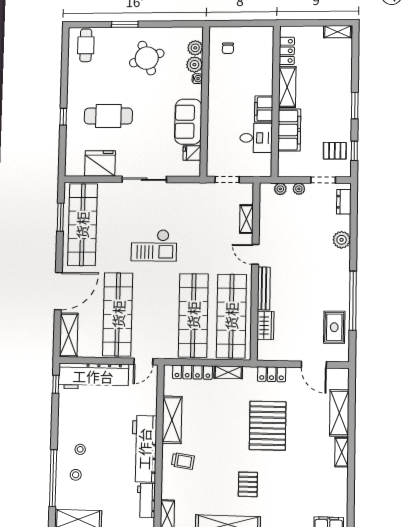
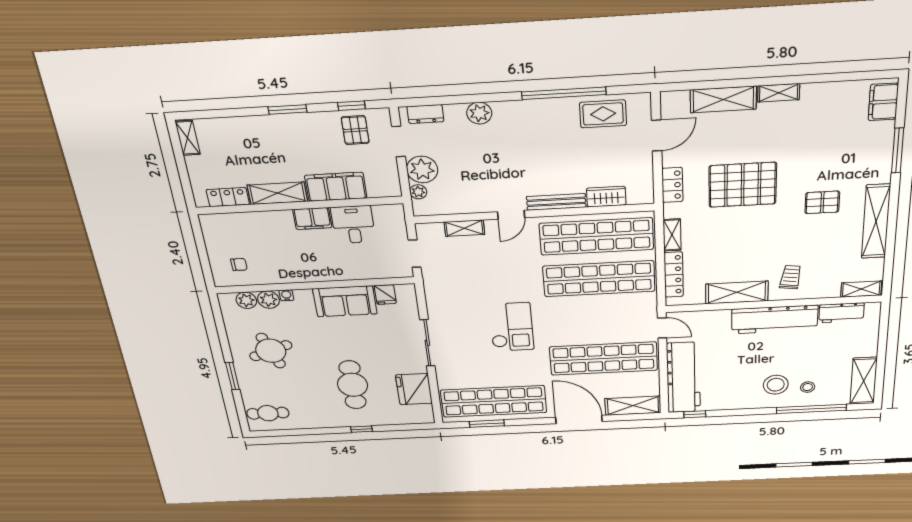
plant: (299, 189) -> (422, 169), width x1.87, depth x1.87
stool: (80, 449) -> (776, 385), width x1.89, depth x1.89

